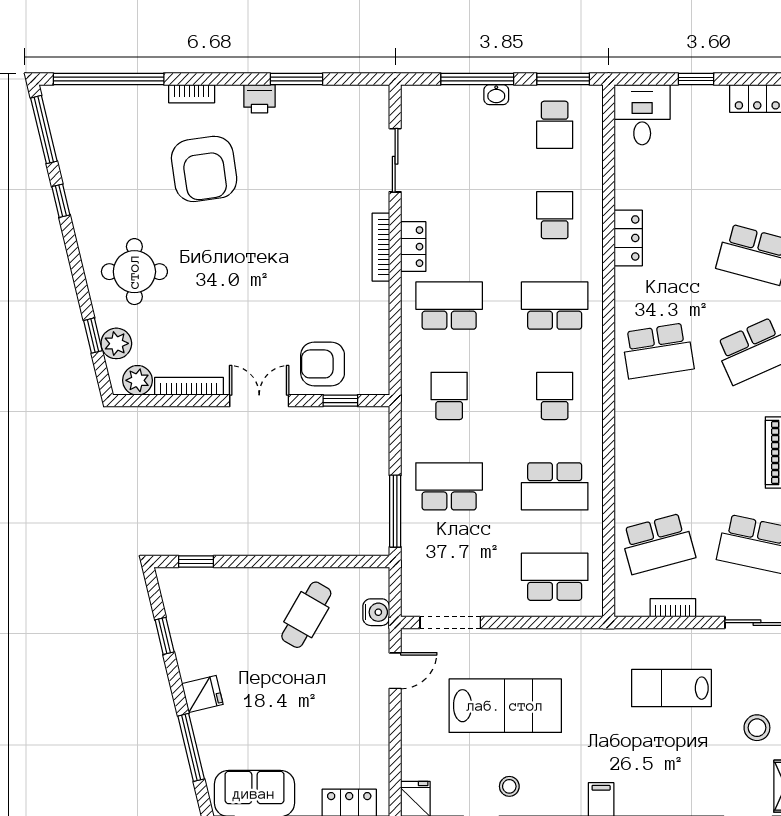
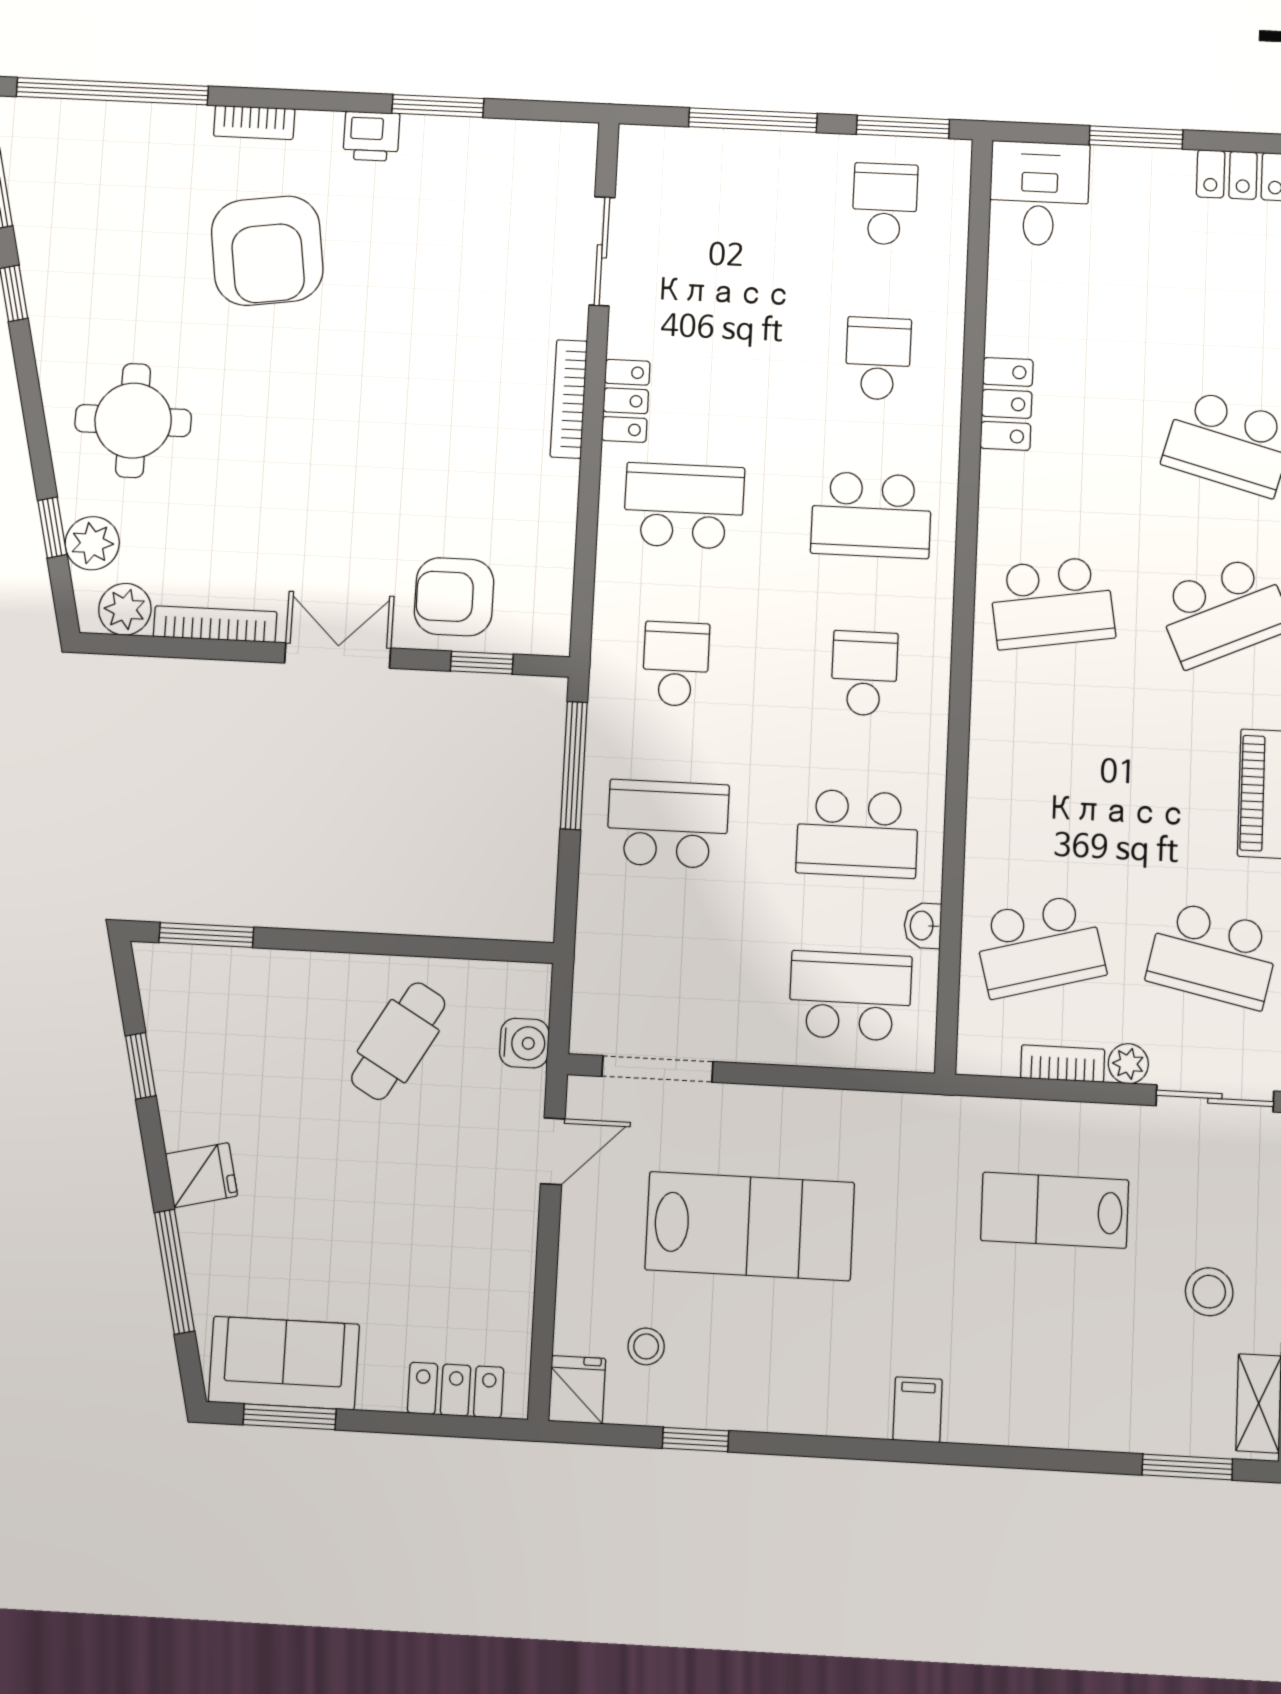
window: (696, 79) -> (1136, 137), width x1.50
washbasin: (496, 95) -> (923, 926), moved, turned 90
school desk: (555, 125) -> (885, 204), turned 180
school desk: (555, 306) -> (871, 515), turned 180
window: (395, 511) -> (574, 765), moved
window: (196, 562) -> (206, 935), width x1.50
plant: (709, 606) -> (1128, 1064), added
stool: (509, 786) -> (646, 1346), moved

